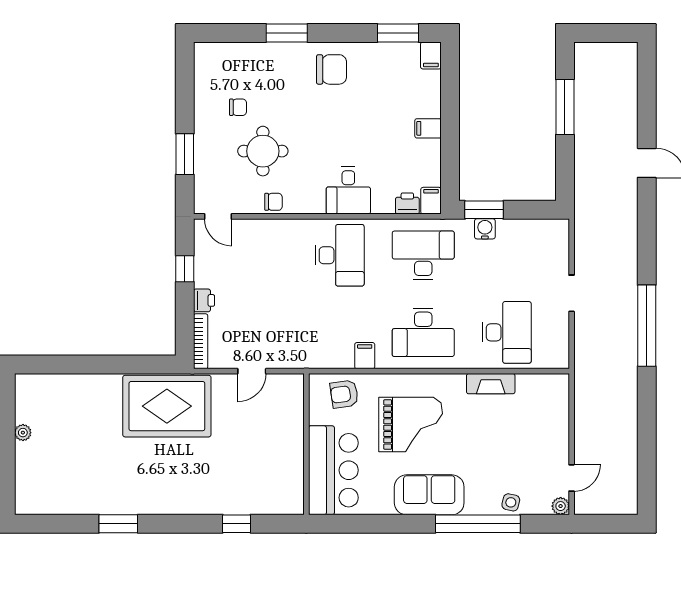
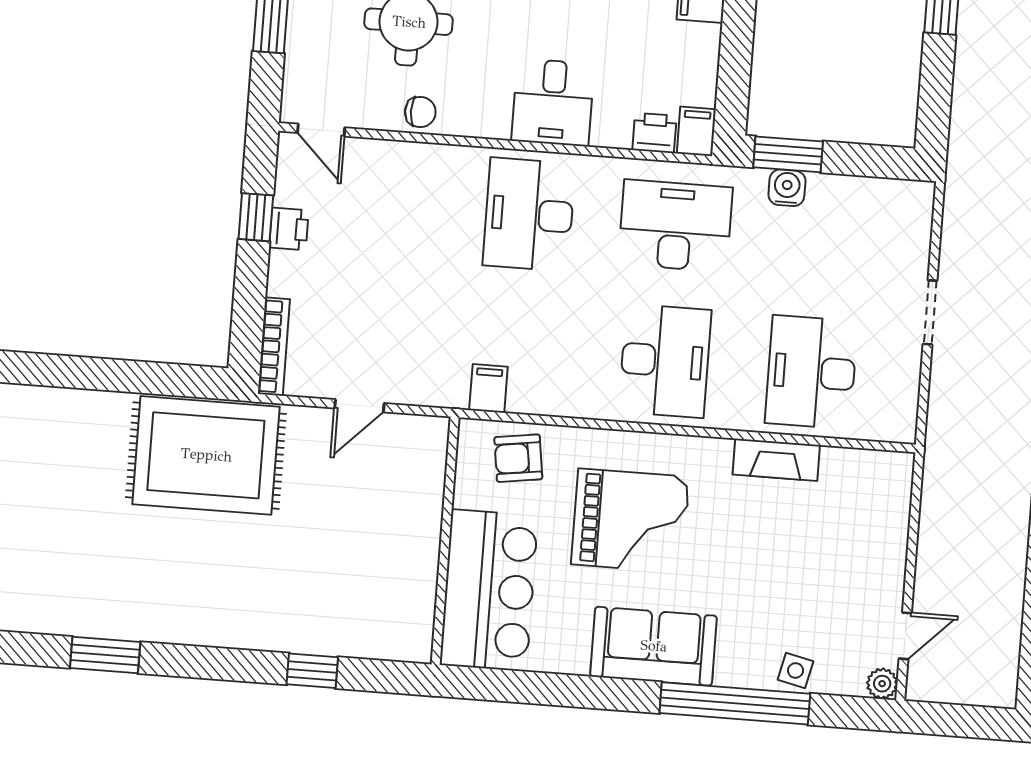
desk: (340, 255) -> (529, 214), turned 180
printer: (204, 300) -> (289, 229), moved
desk: (423, 332) -> (665, 361), turned -90
desk: (507, 332) -> (811, 372), turned 180
filing cabinet: (365, 356) -> (488, 388), moved

